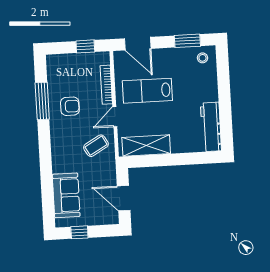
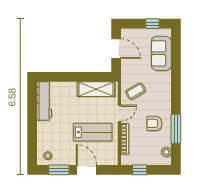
door: (138, 44) -> (86, 170), moved
plant: (53, 71) -> (166, 152), added

